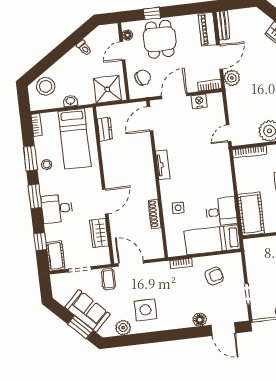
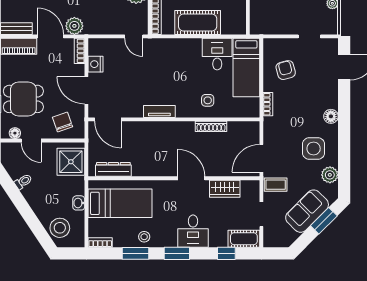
dresser: (105, 129) -> (113, 169), width x1.44
cot: (251, 214) -> (198, 22), moved
floor lamp: (200, 320) -> (331, 116), moved

